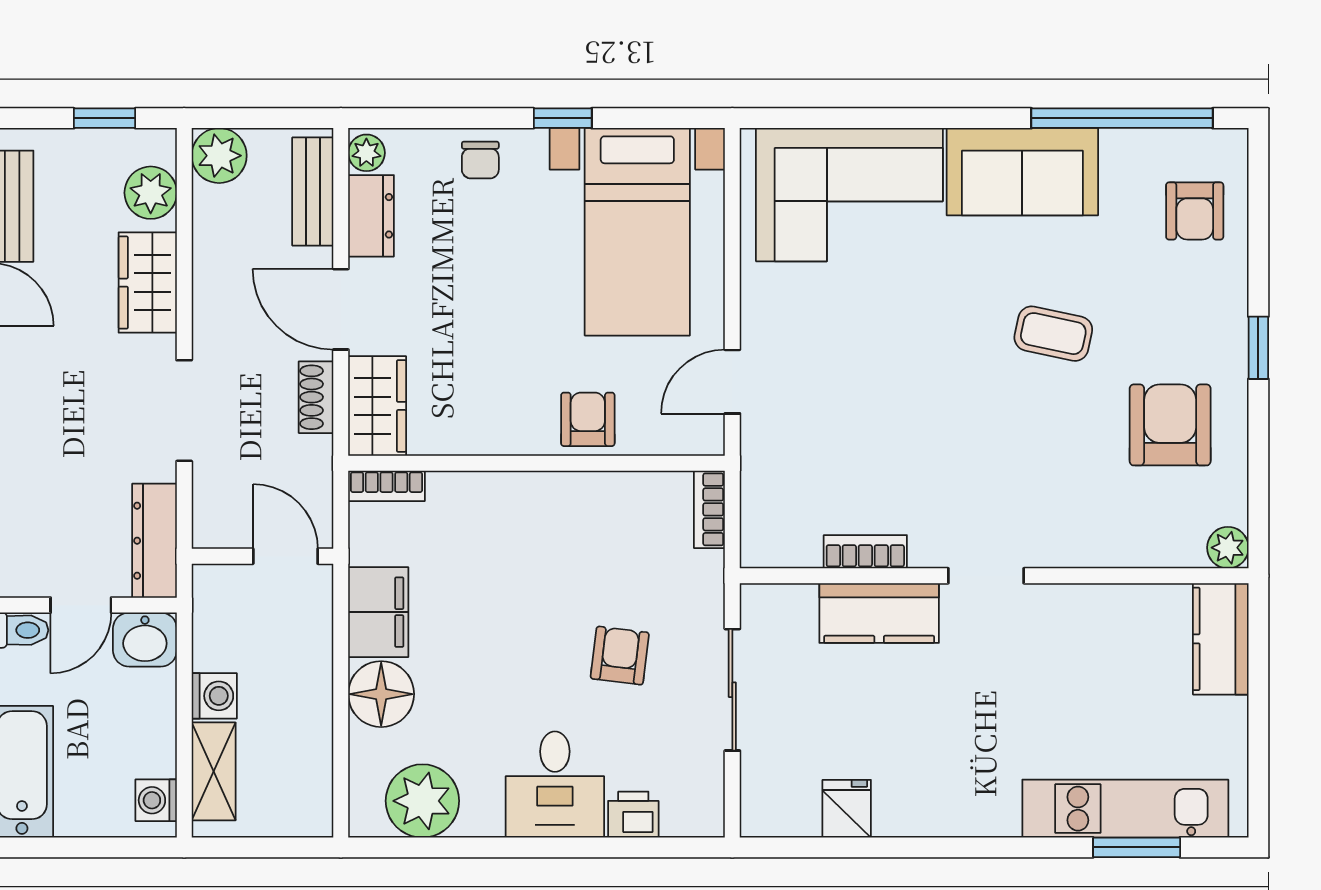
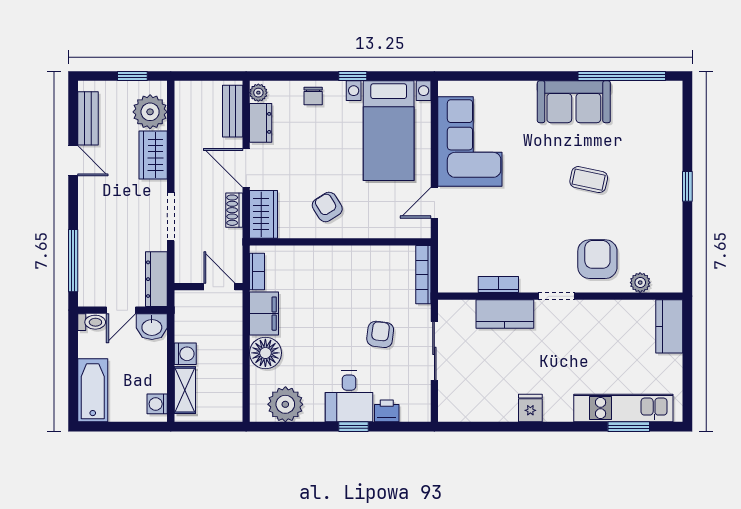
plant: (219, 156) -> (188, 94), removed
plant: (151, 193) -> (150, 112), width x1.36, depth x1.36
corner sofa: (849, 195) -> (470, 141), moved, turned -90
armchair: (1195, 211) -> (657, 121), removed
armchair: (588, 419) -> (327, 207), moved, turned -32
armchair: (1170, 425) -> (597, 259), moved
bookcase: (386, 486) -> (257, 272), moved, turned -90
bookcase: (709, 509) -> (423, 275), width x1.56
plant: (1228, 548) -> (640, 283), moved
fridge: (847, 809) -> (530, 408), moved
window: (564, 847) -> (353, 427), added

